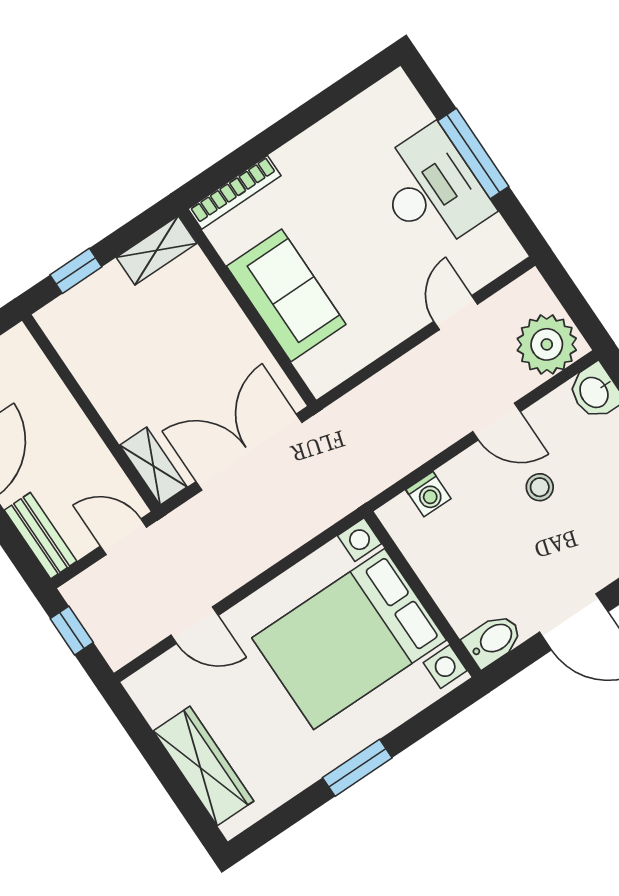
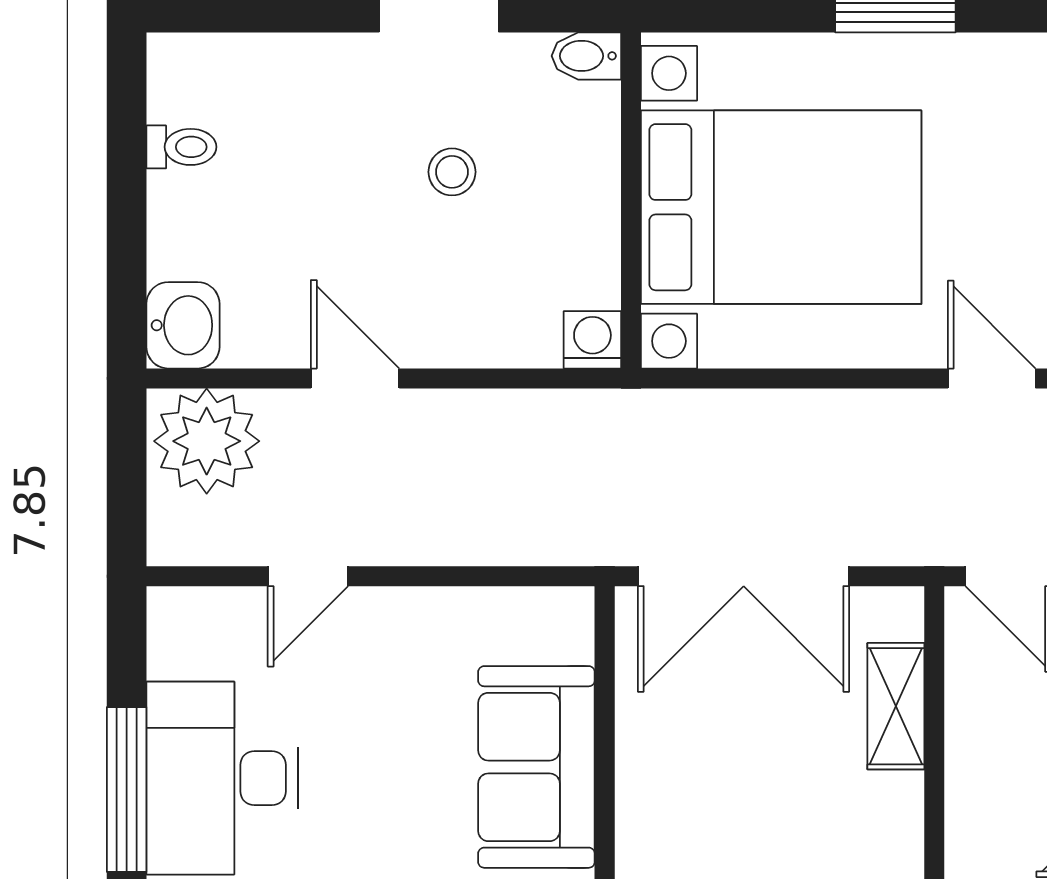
shelving: (153, 466) -> (896, 706), moved
stool: (540, 487) -> (452, 172), moved
washing machine: (428, 494) -> (592, 340), moved
bidet: (493, 640) -> (586, 56), width x0.72, depth x0.74

